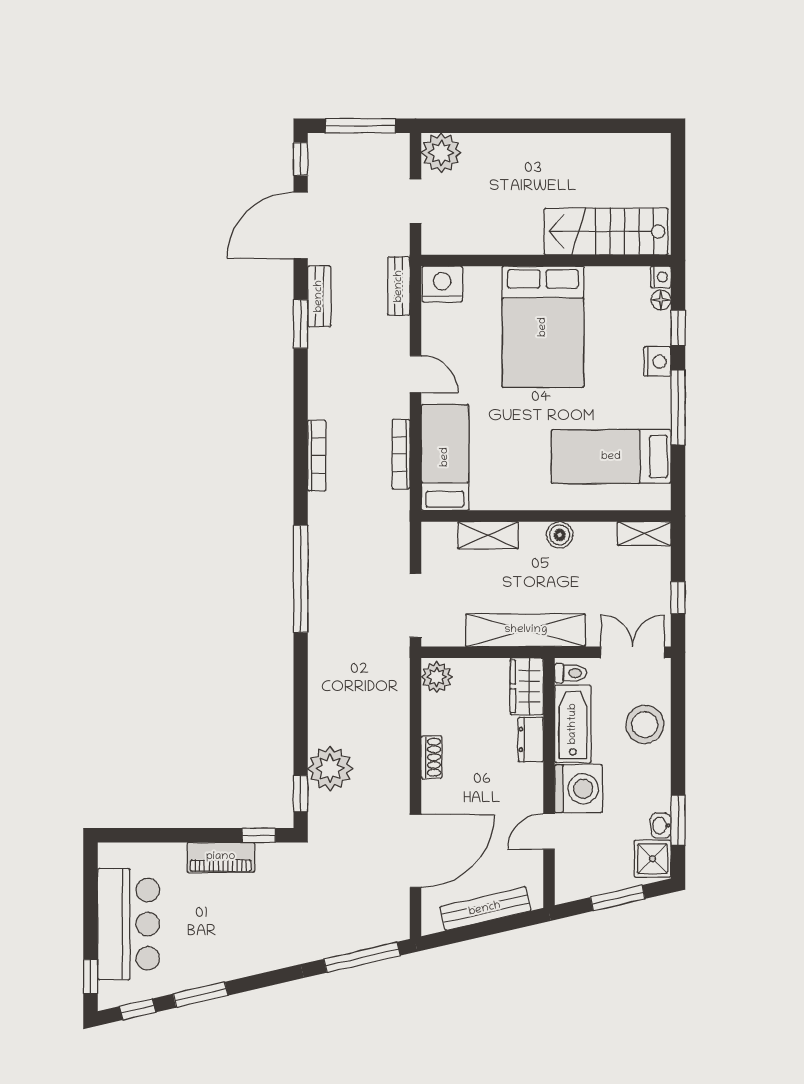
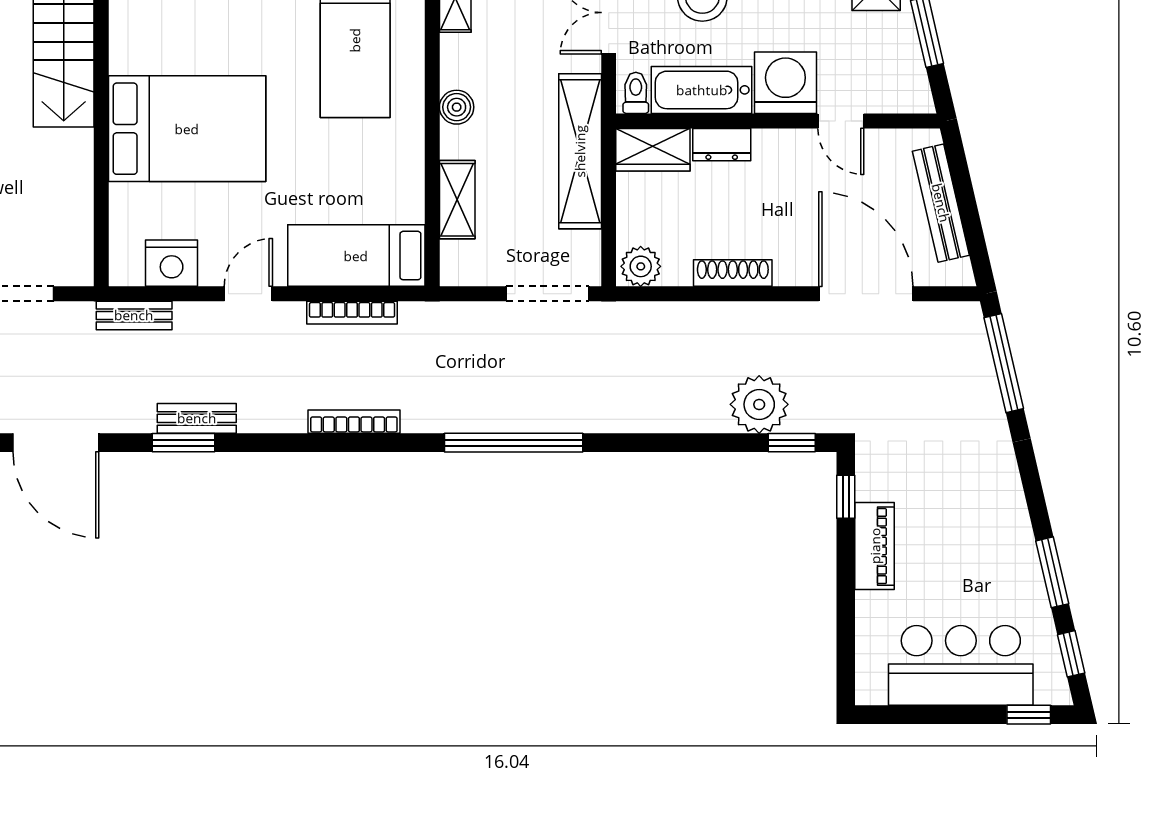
nightstand: (442, 284) -> (172, 263), moved, turned -90
bench: (319, 296) -> (197, 418), moved
shoe rack: (432, 757) -> (733, 273), width x1.43

